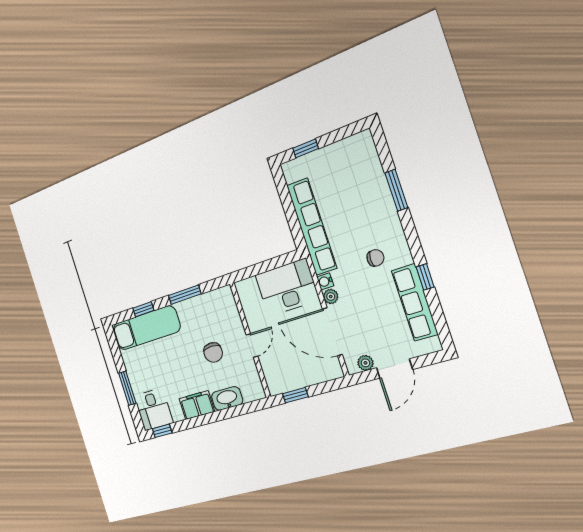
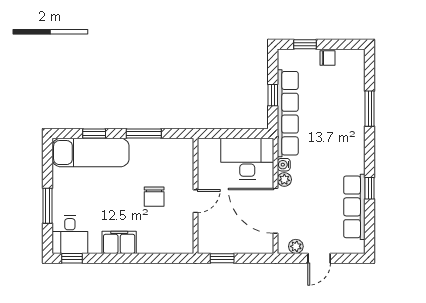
window: (291, 214) -> (273, 95), added
chair: (375, 258) -> (328, 58), moved
door: (394, 369) -> (319, 258), width x0.73
washbasin: (227, 398) -> (153, 244), removed

